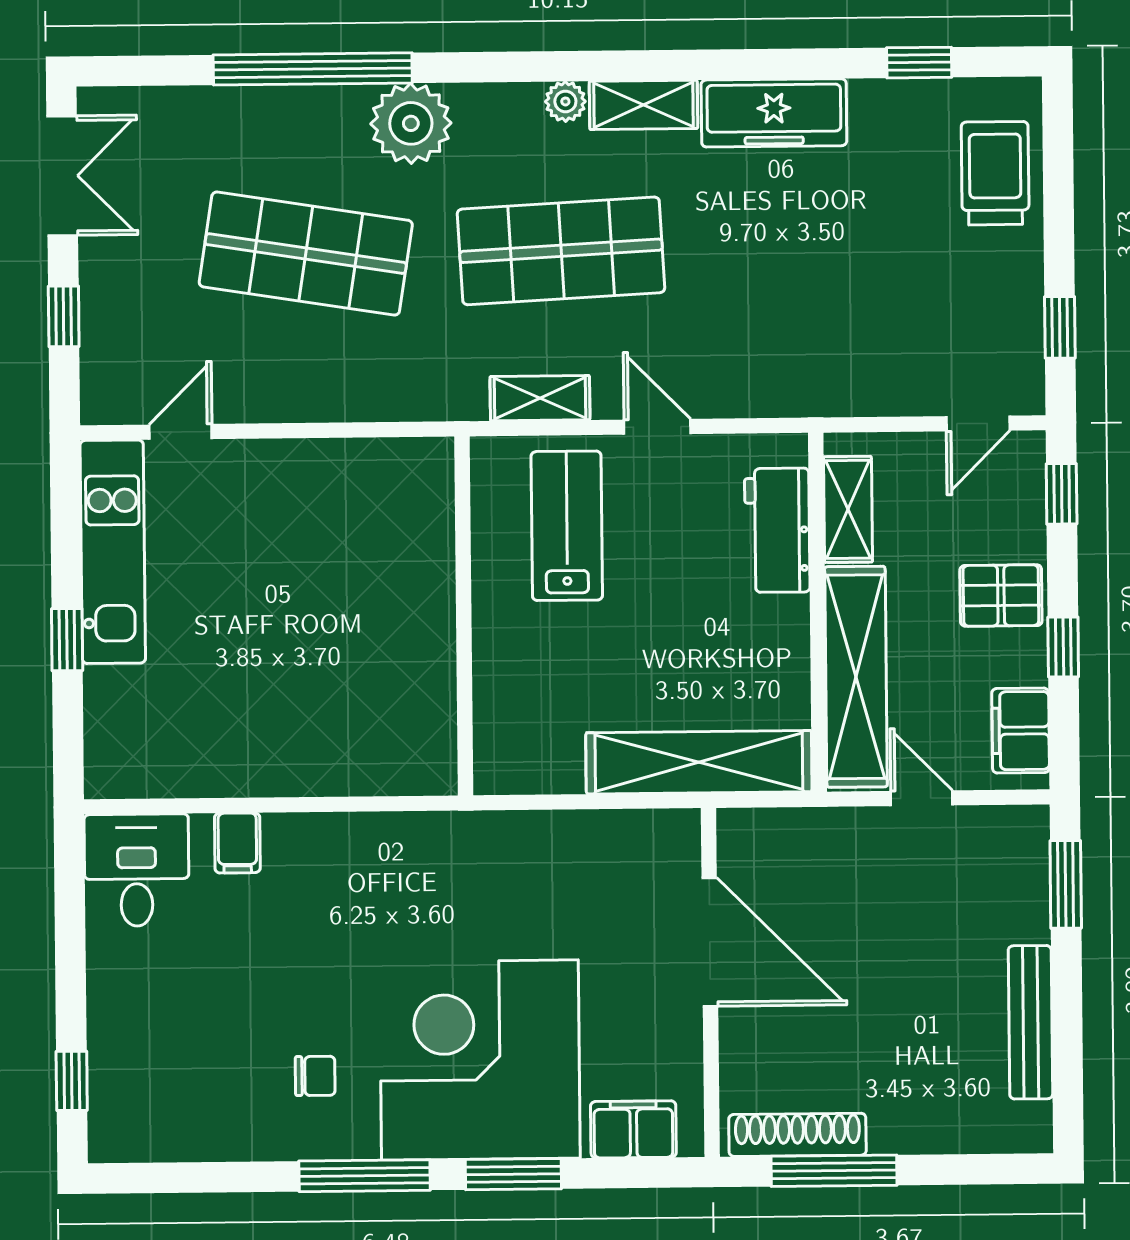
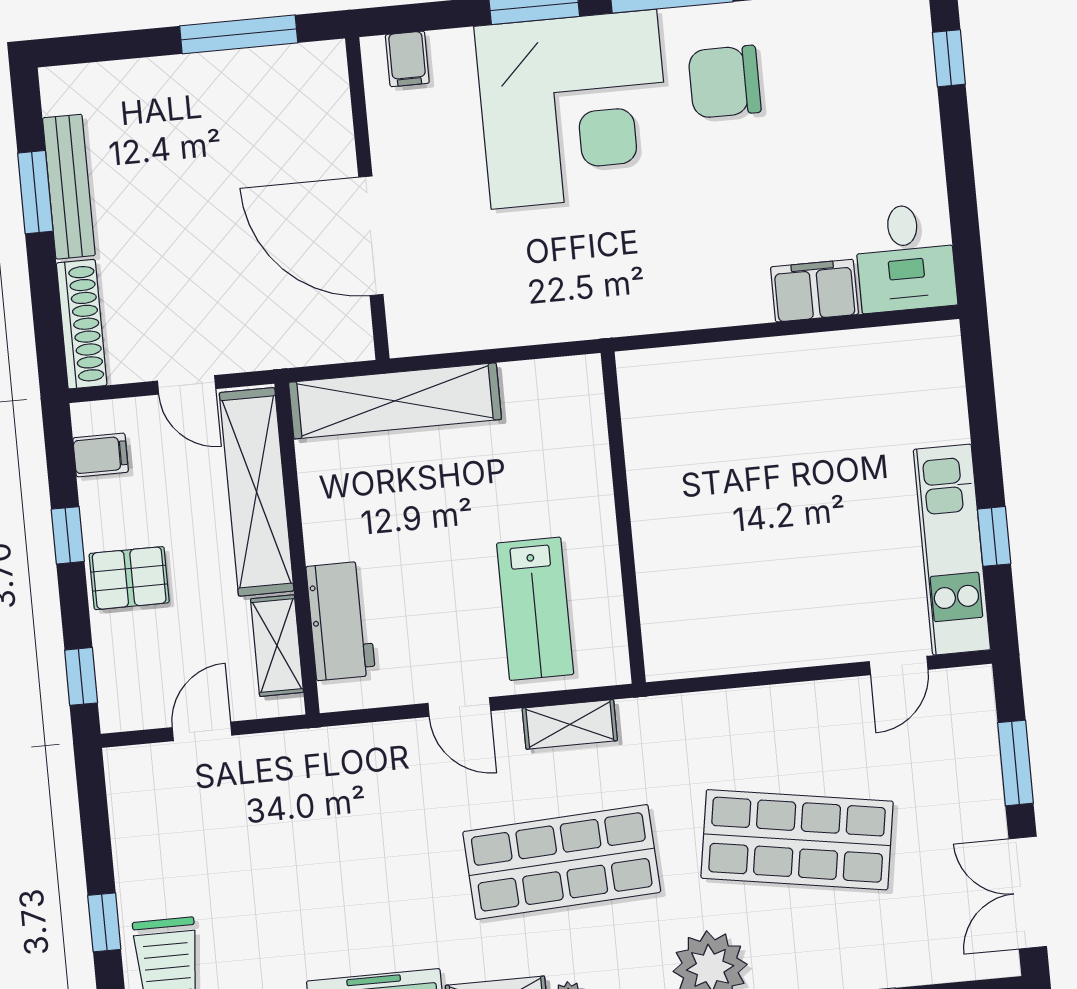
window: (64, 316) -> (1015, 763), width x1.50
window: (1060, 327) -> (104, 922), moved
door: (978, 423) -> (202, 731), moved
window: (67, 640) -> (994, 536), moved
filing cabinet: (1021, 731) -> (101, 455), width x0.50
filing cabinet: (237, 843) -> (814, 291), width x2.00
window: (1066, 884) -> (35, 192), moved
chair: (315, 1076) -> (725, 82), width x1.87, depth x1.87
filing cabinet: (633, 1129) -> (407, 59), width x0.50
shoe rack: (797, 1135) -> (82, 324), moved, turned -90

